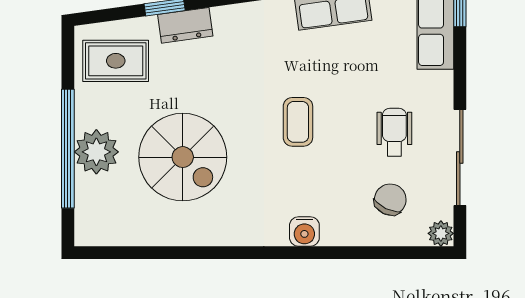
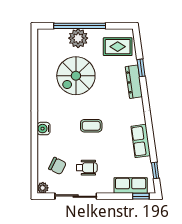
dresser: (185, 25) -> (134, 82), width x1.44
rug: (116, 61) -> (118, 47), turned 90

